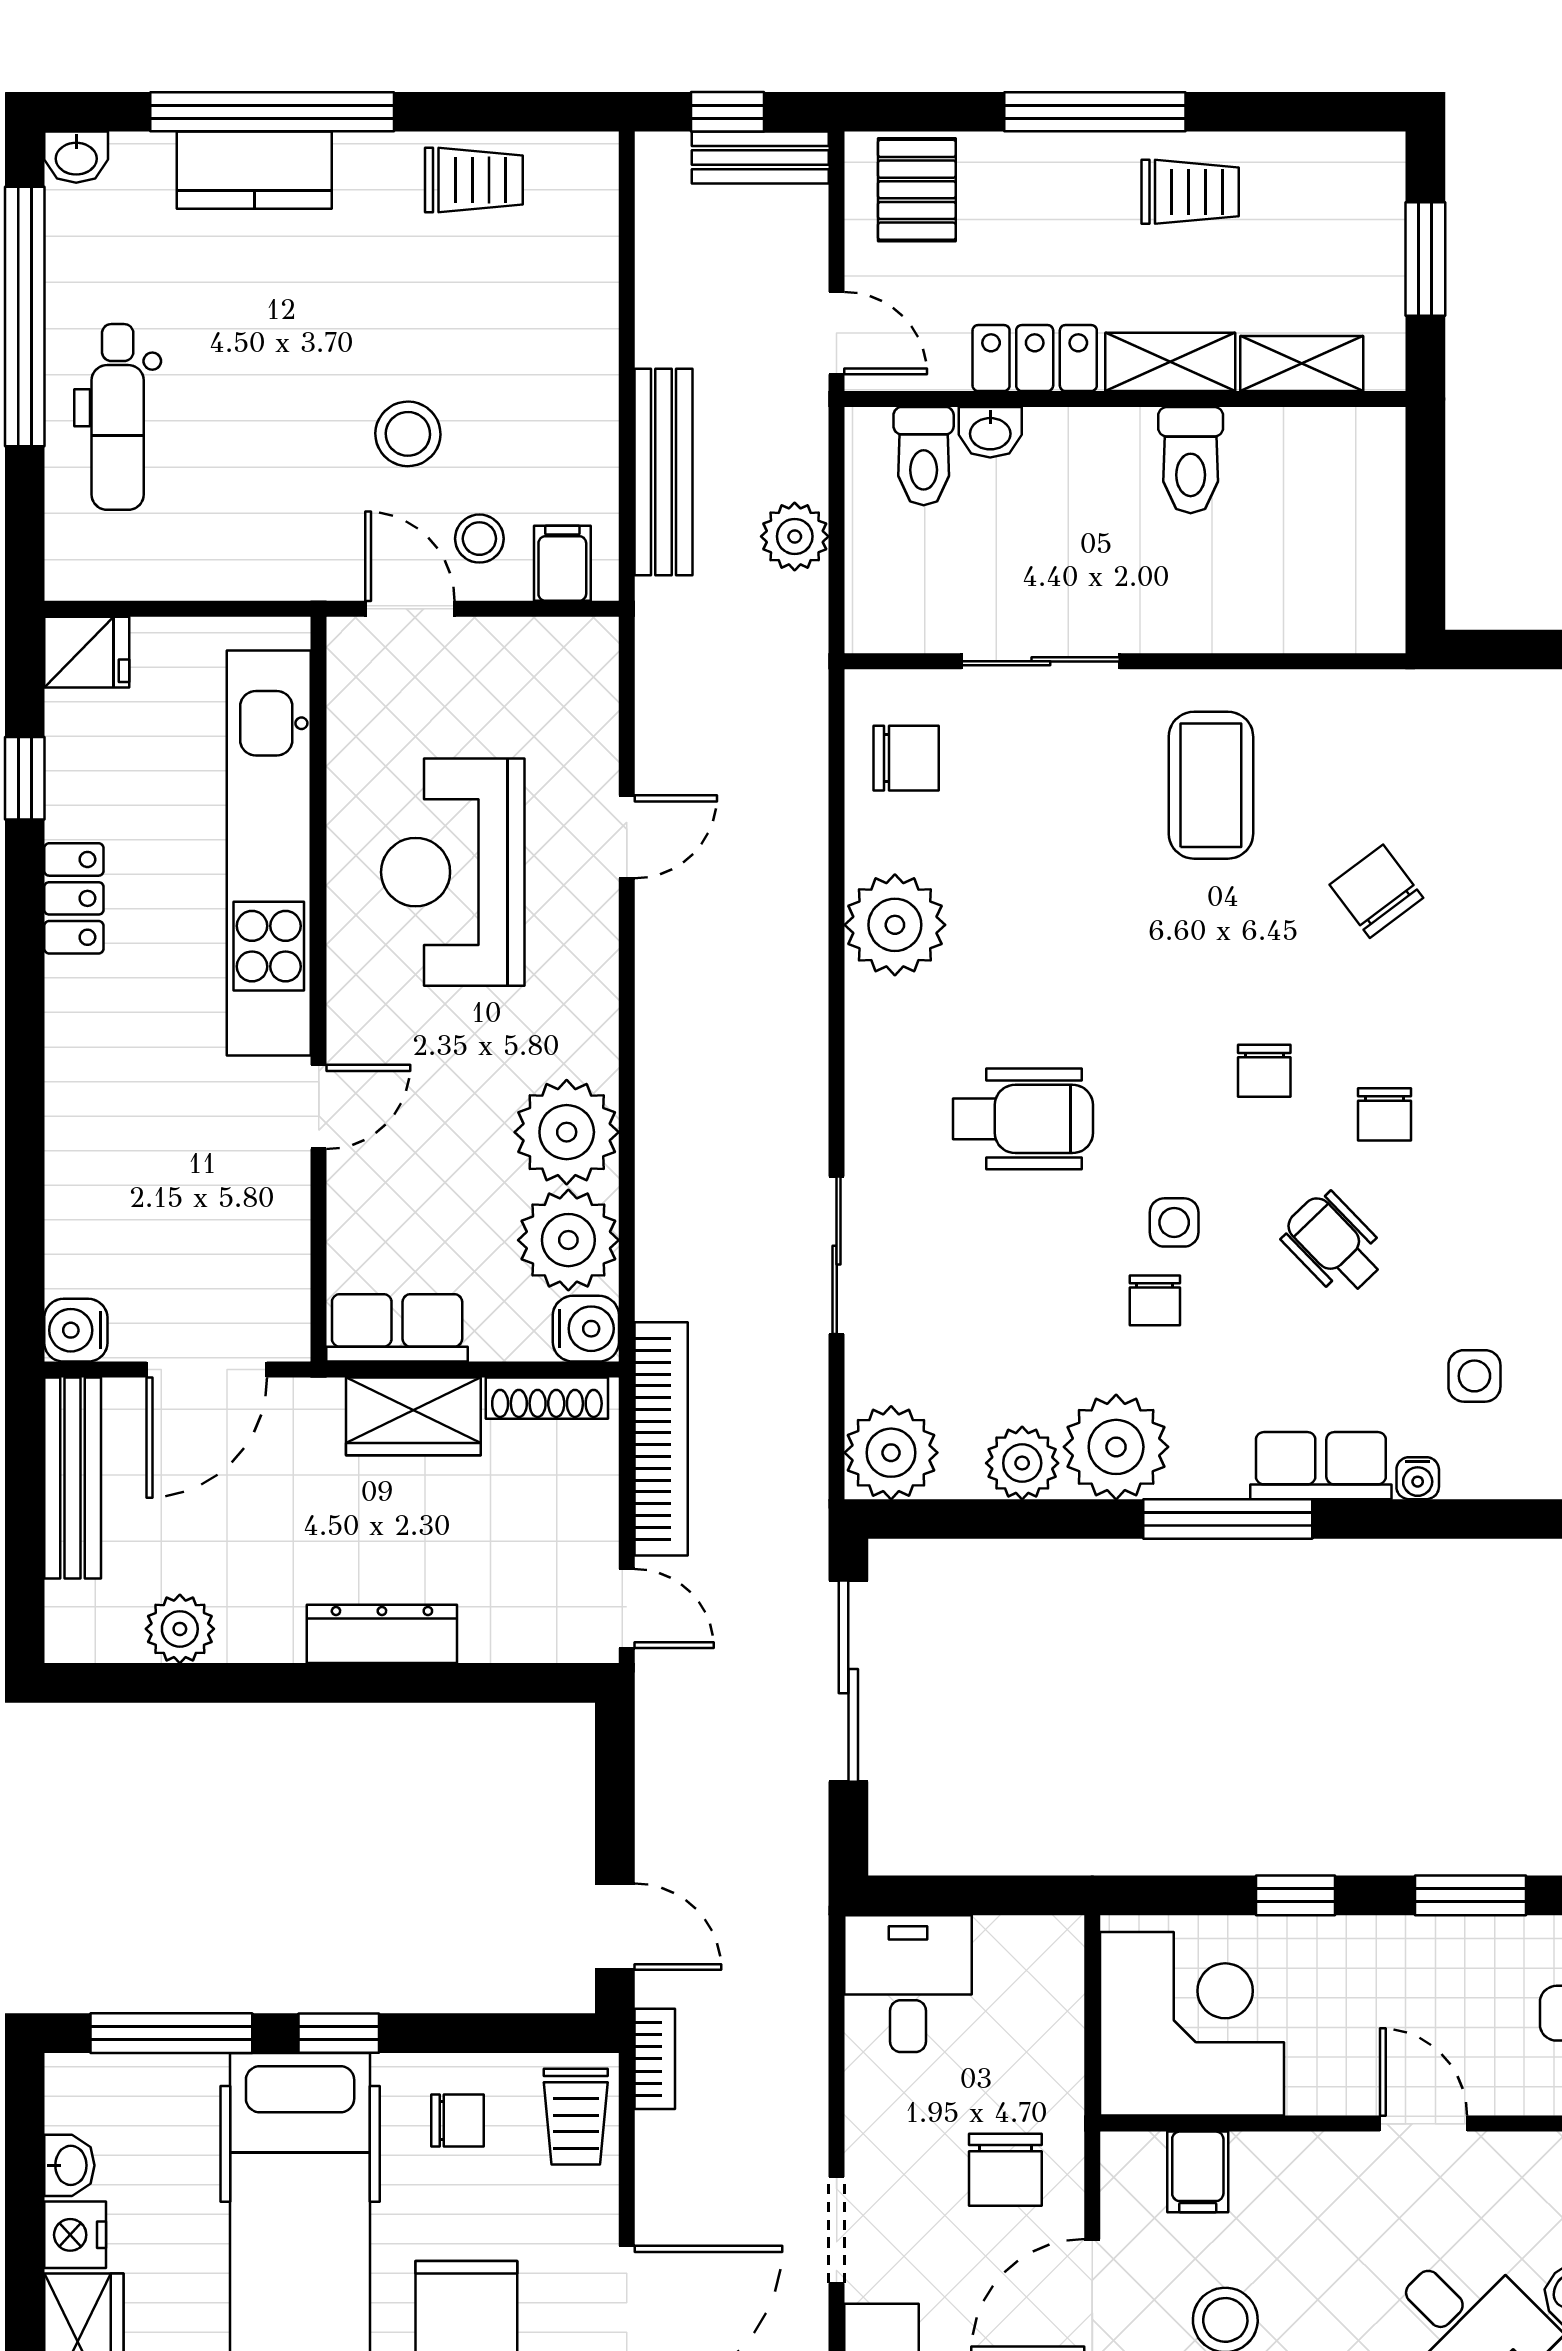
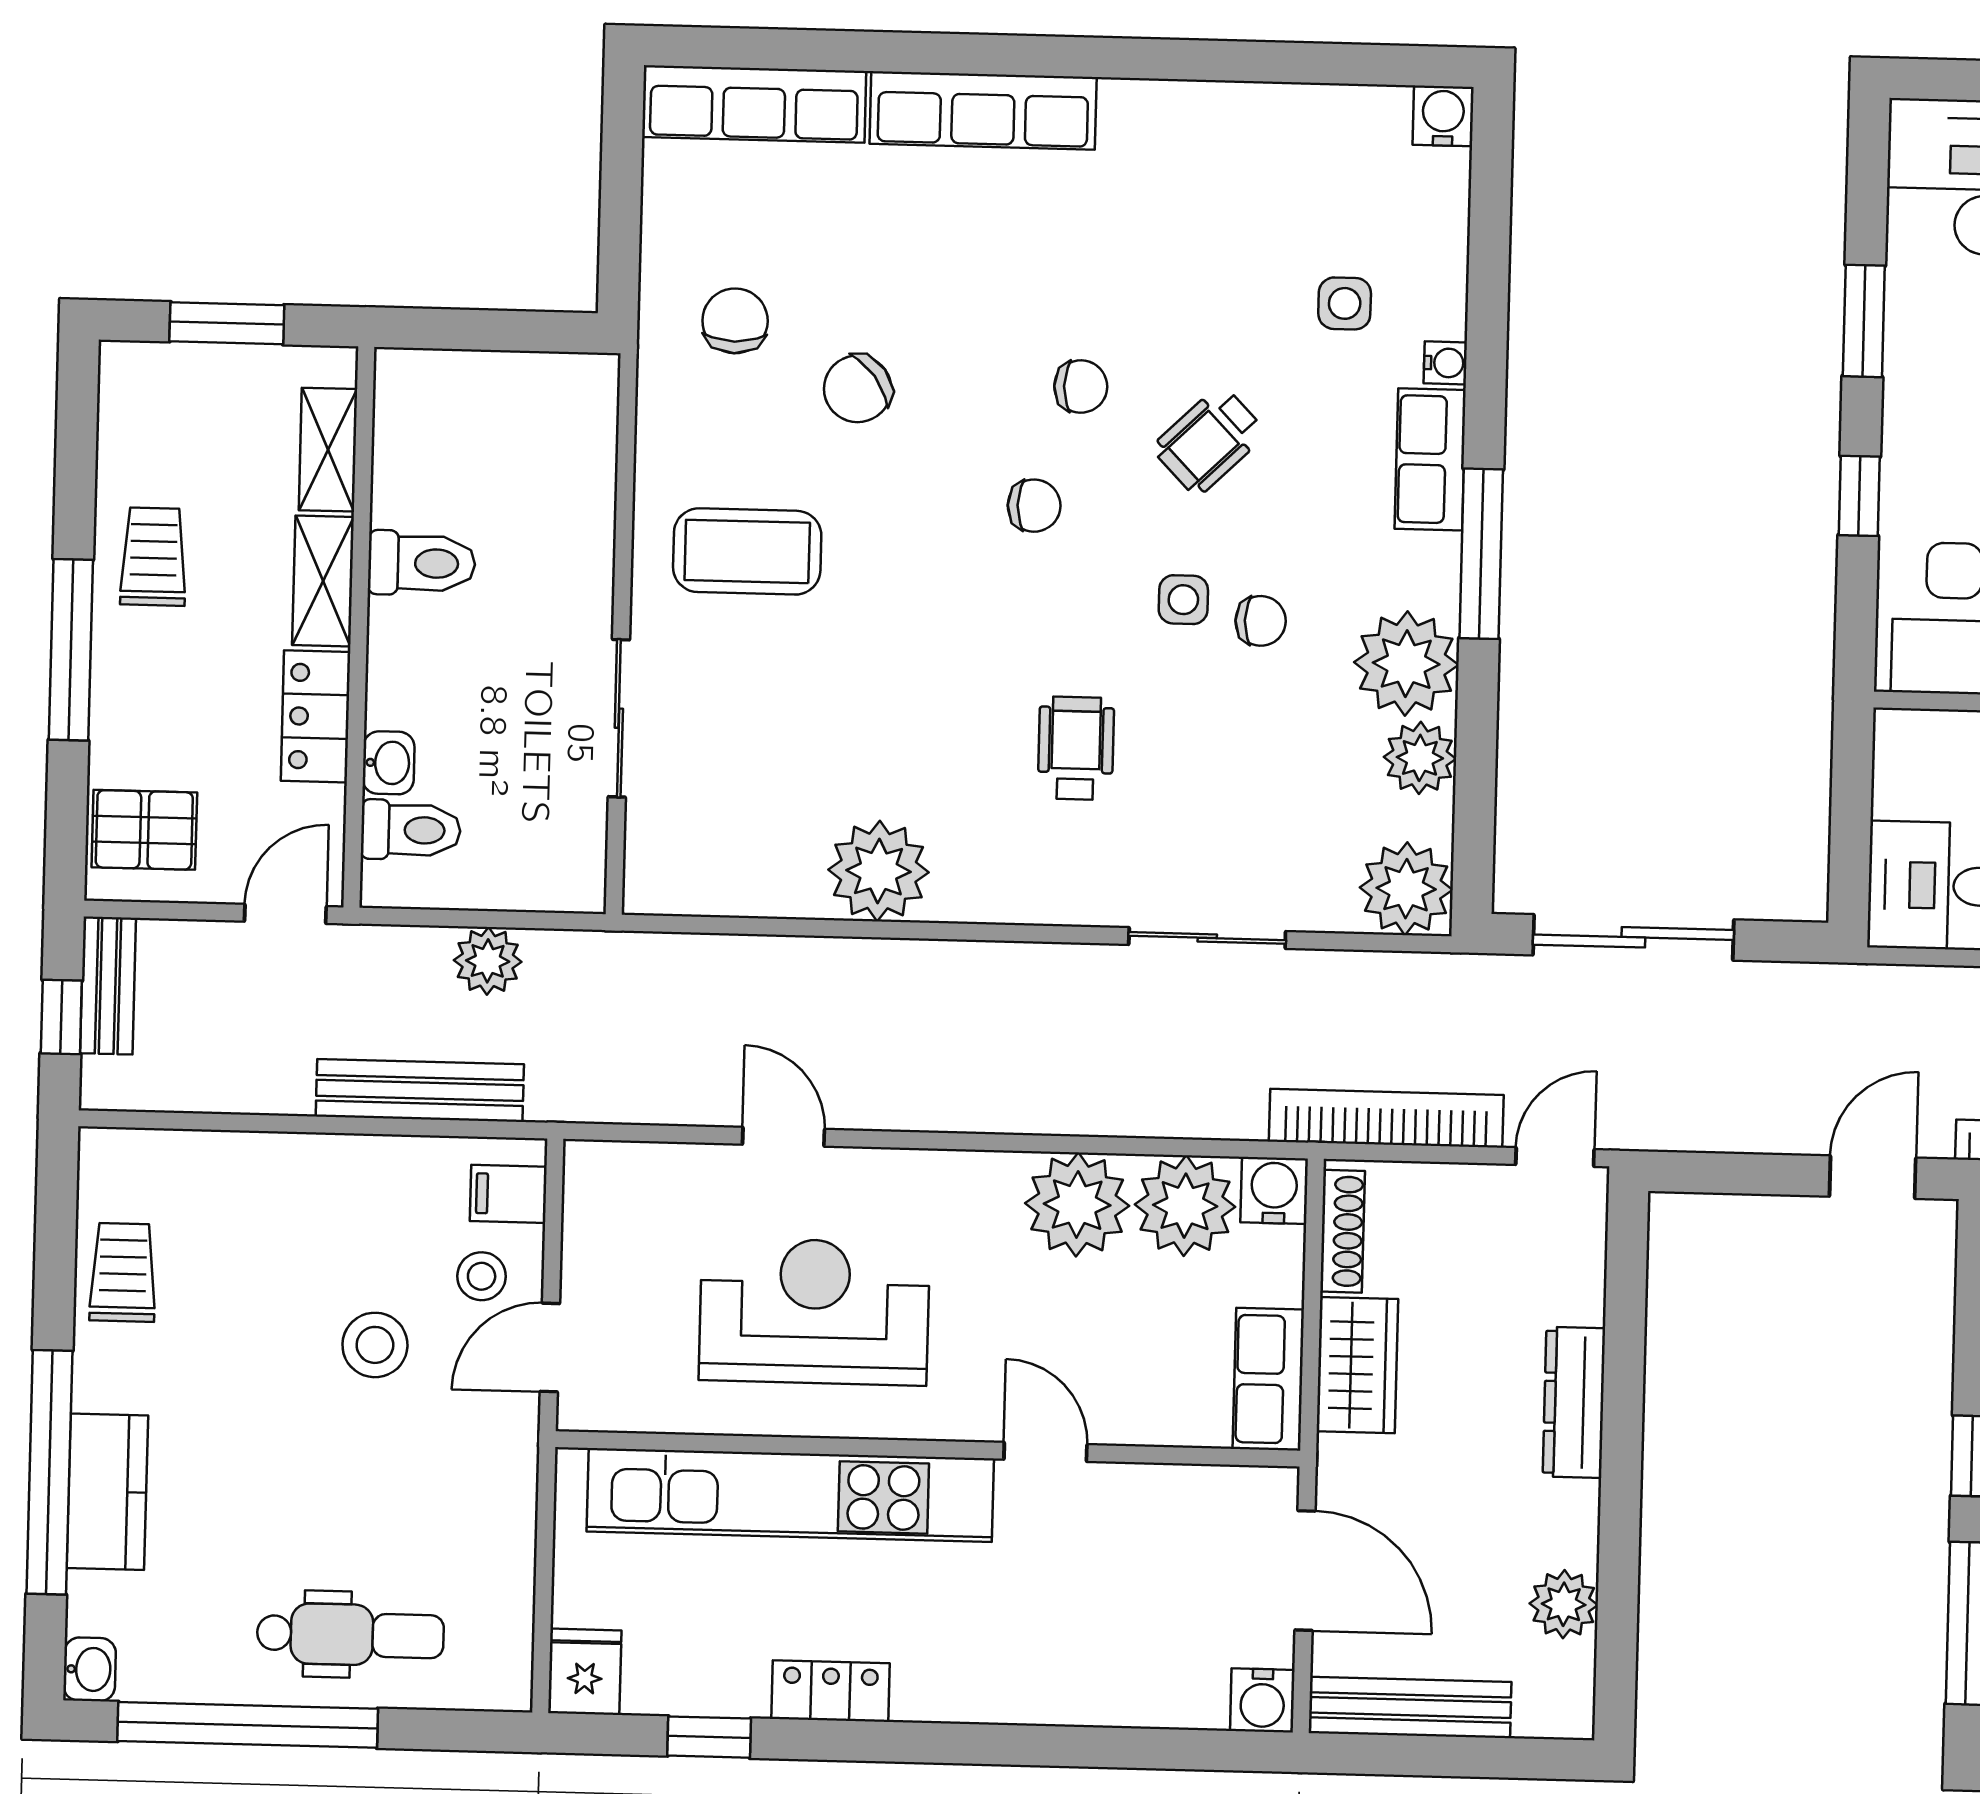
chair: (906, 758) -> (735, 321), moved
reception desk: (453, 872) -> (814, 1312), turned 180
wheelchair: (1023, 1119) -> (1076, 748), width x0.73, depth x0.73

